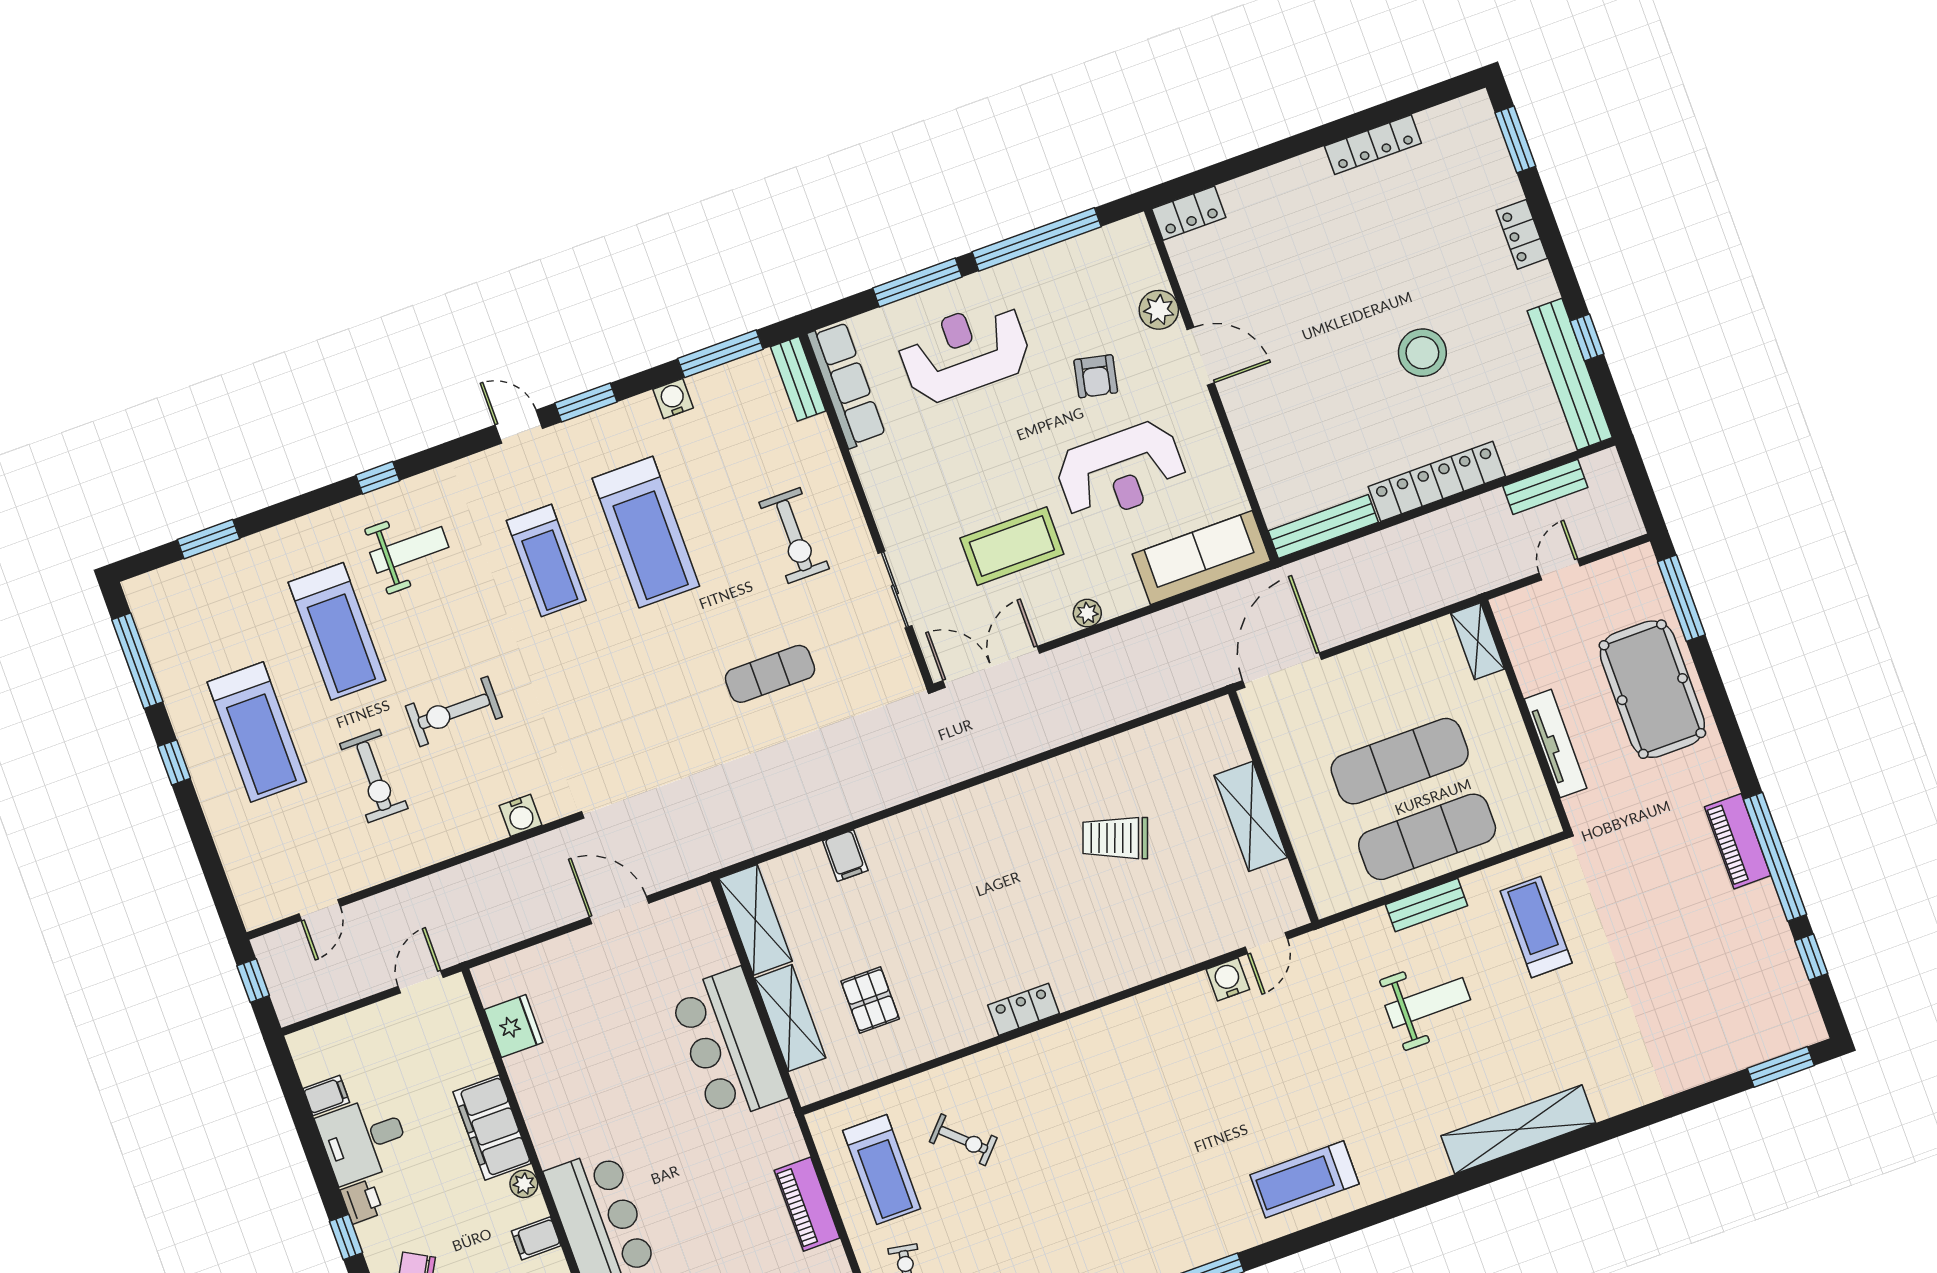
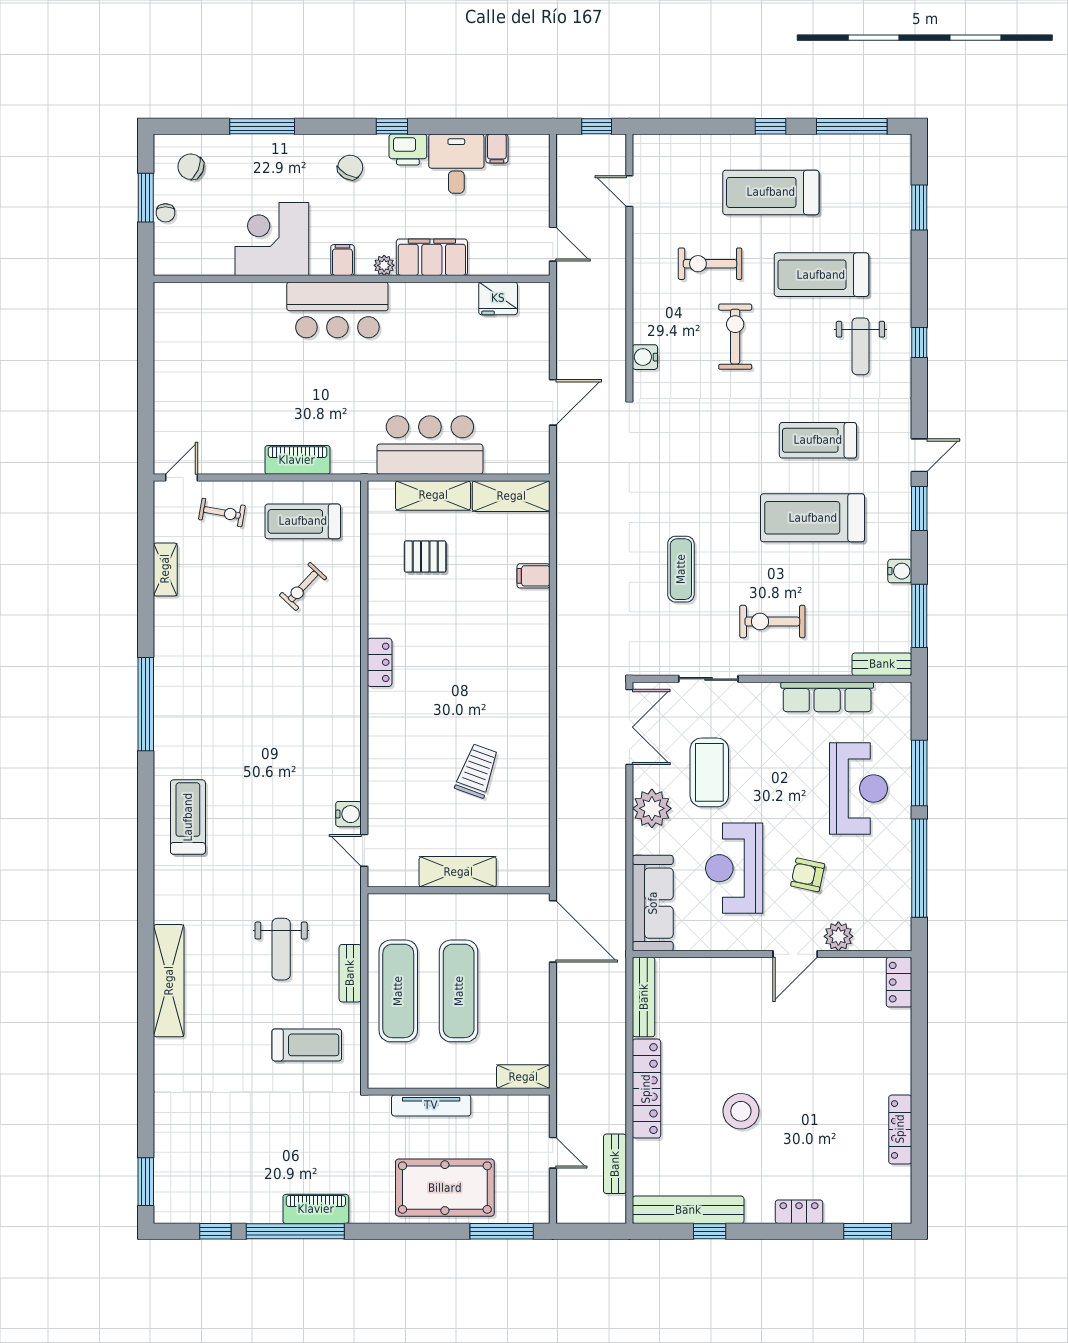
row of seats: (846, 385) -> (827, 697), moved
plant: (1087, 613) -> (652, 808), width x1.87, depth x1.87
printer: (362, 1202) -> (408, 149), width x1.36, depth x1.24

